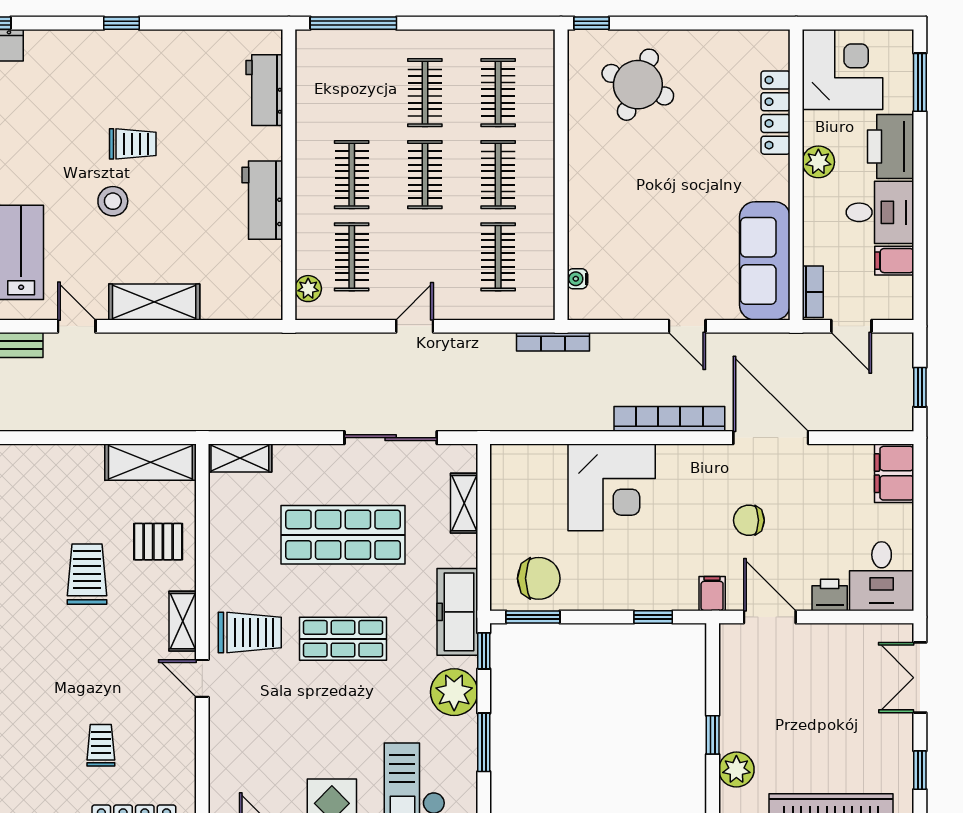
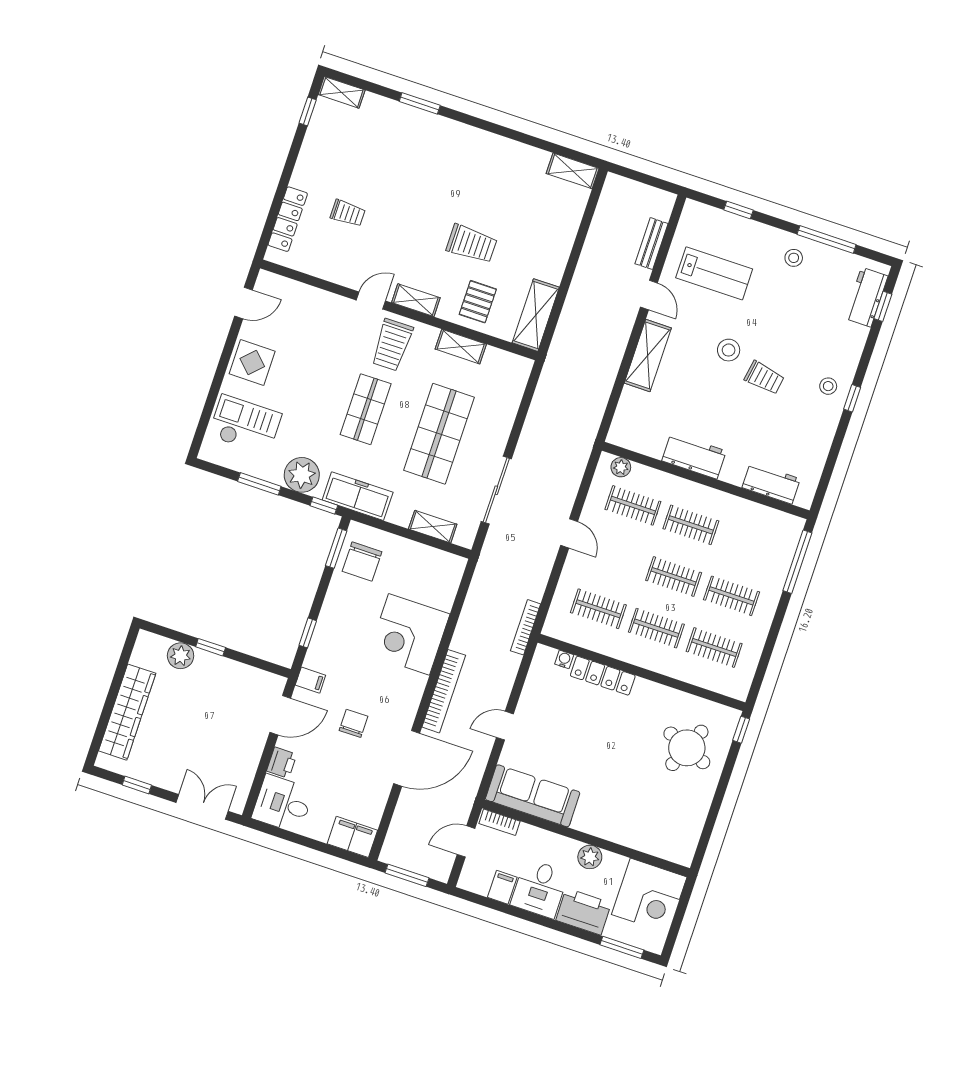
stool: (116, 59) -> (828, 386), added
locker: (776, 113) -> (603, 676), moved, turned 180
trolley: (133, 144) -> (764, 378), turned -81
door: (77, 326) -> (649, 295), hinge flipped
window: (920, 387) -> (407, 875), width x1.50
shelving: (240, 458) -> (461, 347), moved, turned 90

